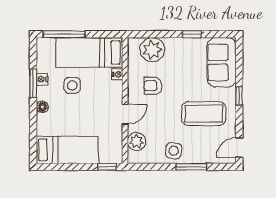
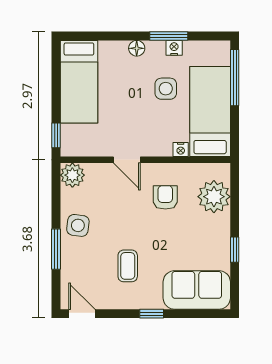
coffee table: (204, 114) -> (128, 266), width x0.54, depth x0.58
plant: (136, 141) -> (72, 175), moved

